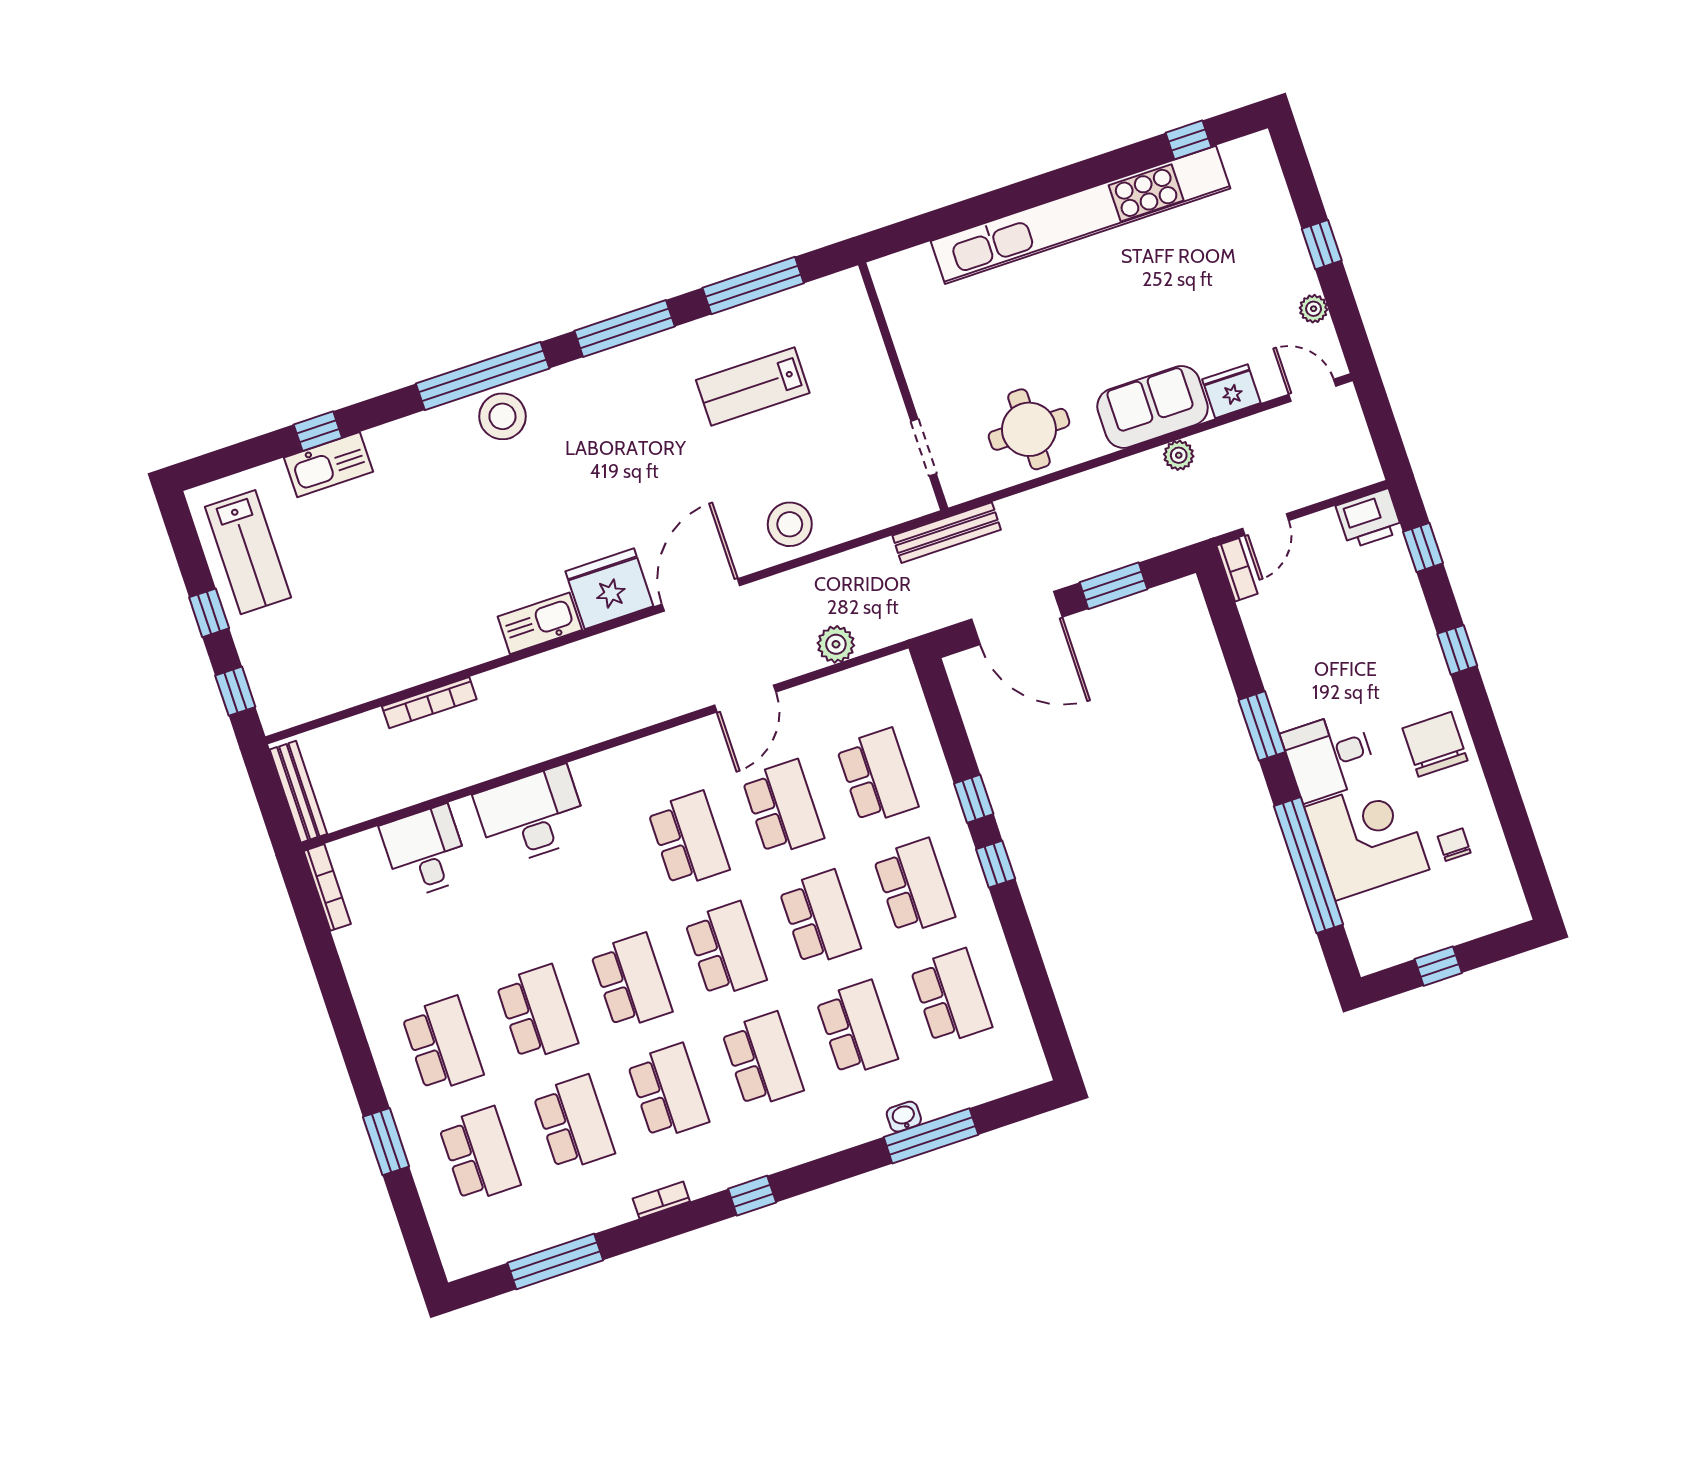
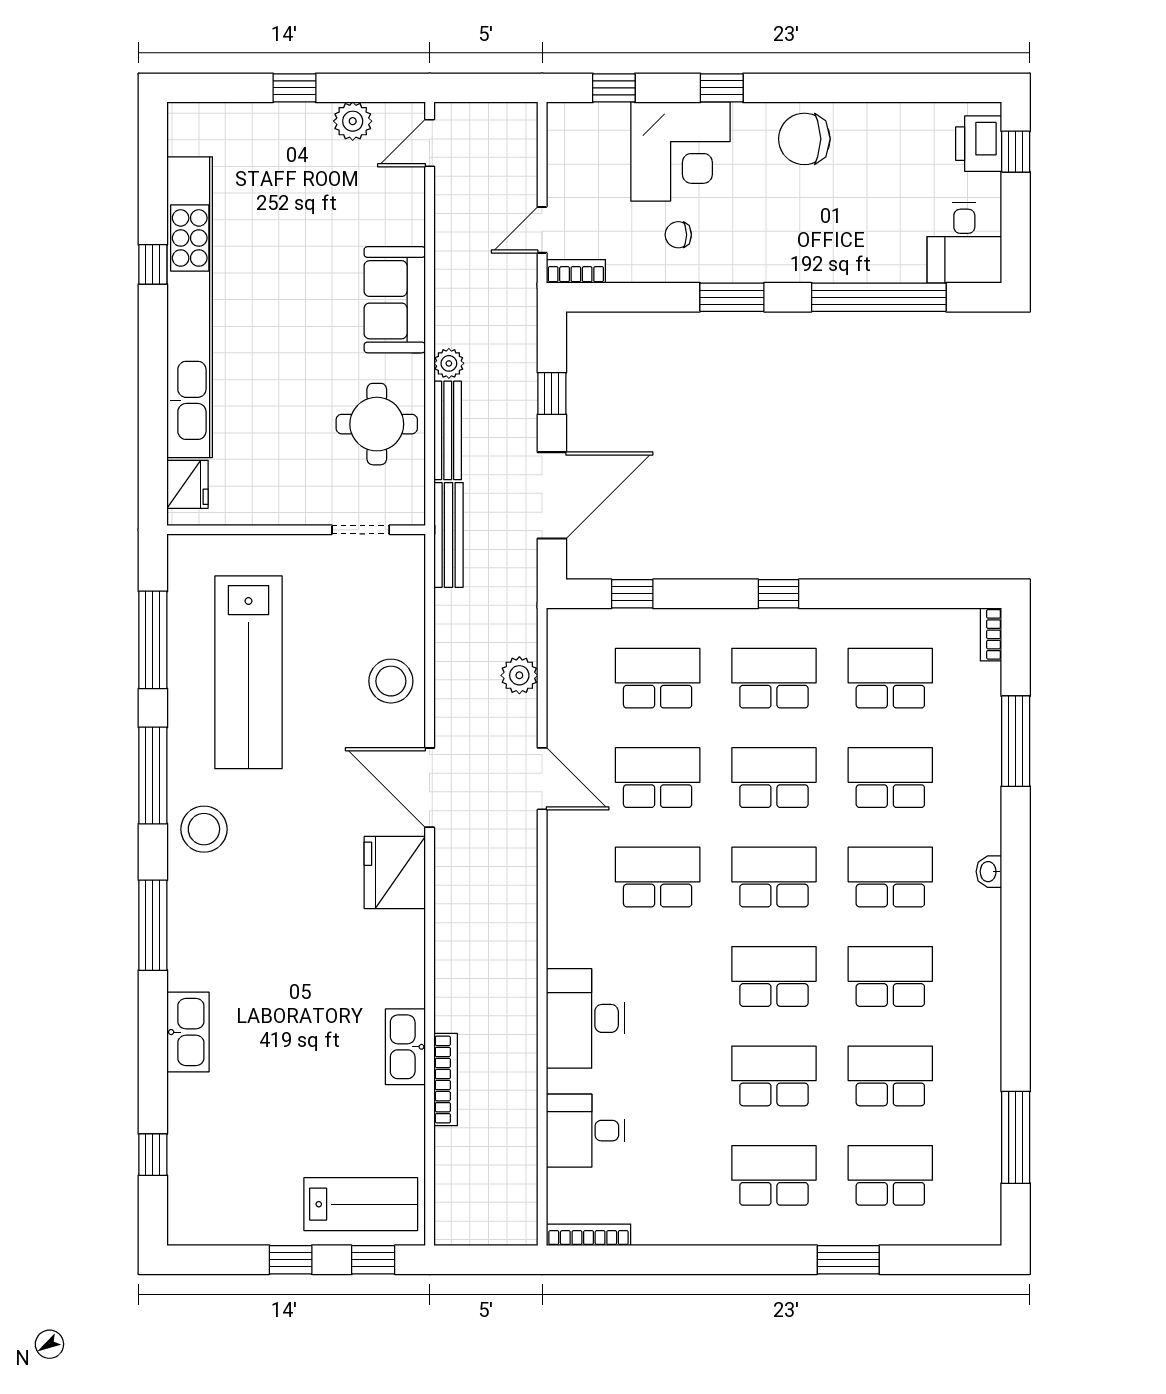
window: (1188, 140) -> (153, 264), moved
plant: (1314, 309) -> (353, 121), width x1.38, depth x1.38
window: (483, 376) -> (153, 925), width x0.68
lab bench: (753, 386) -> (248, 672), width x1.86, depth x1.39
fridge: (1231, 391) -> (188, 484), moved, turned 180
stool: (502, 416) -> (204, 829), moved
window: (318, 431) -> (153, 1155), moved
plant: (1179, 455) -> (449, 363), moved
kitchen sink: (328, 465) -> (188, 1032), moved
printer: (1369, 519) -> (979, 144), moved, turned 180
door: (1266, 525) -> (542, 230), swing flipped
lab bench: (248, 552) -> (361, 1204), moved
window: (1114, 586) -> (552, 394), width x0.67
kitchen sink: (540, 623) -> (405, 1047), moved
desk: (1329, 756) -> (964, 243), moved
bench: (298, 792) -> (448, 430), moved, turned 90
window: (974, 799) -> (632, 594), moved
corner desk: (1367, 838) -> (681, 152), moved, turned 180
chair: (1454, 845) -> (678, 235), moved
window: (1438, 966) -> (1016, 152), moved
washbasin: (904, 1117) -> (989, 872), moved
window: (752, 1196) -> (1016, 930), removed
bookcase: (661, 1200) -> (991, 634), moved

